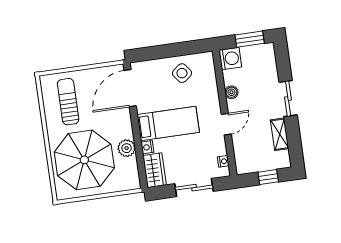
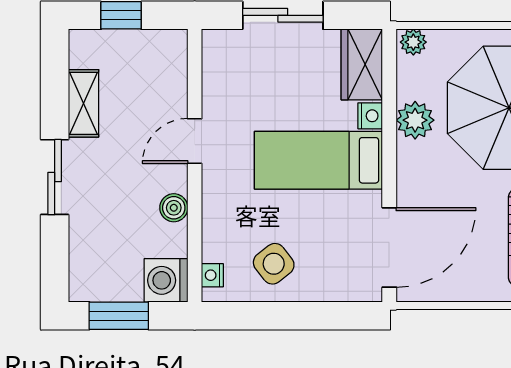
nightstand: (223, 161) -> (212, 275), moved
plant: (132, 184) -> (413, 42), added

